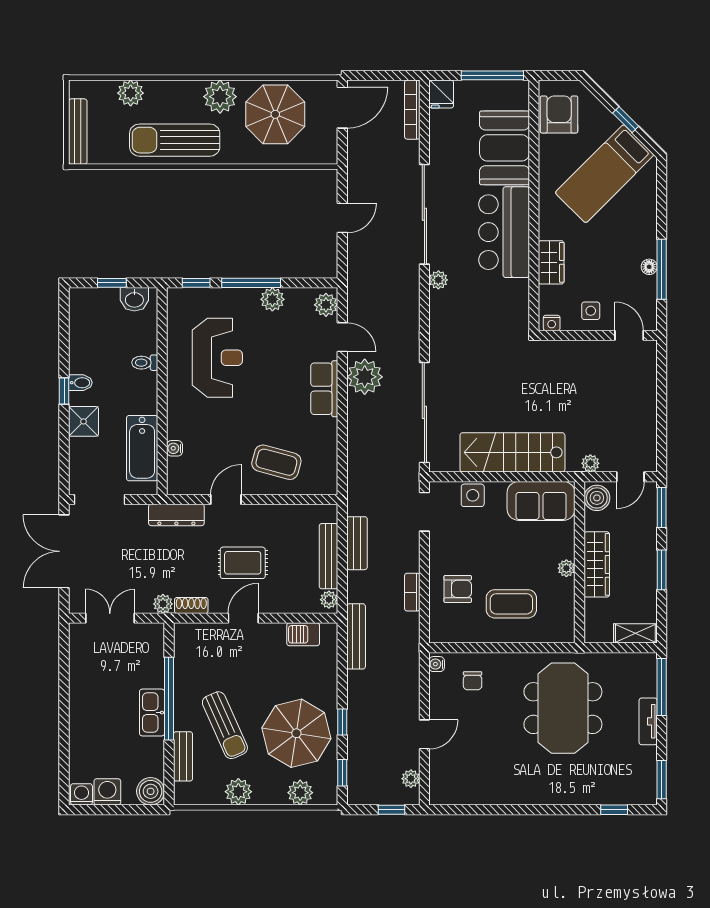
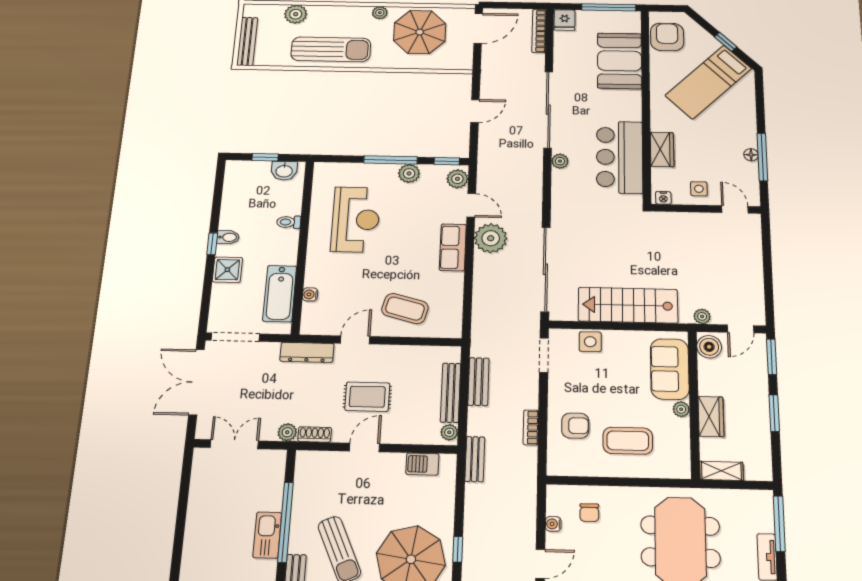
plant: (220, 97) -> (380, 13), width x0.53, depth x0.53
sun lounger: (175, 140) -> (331, 49), turned 180
bar counter: (504, 232) -> (620, 157), moved
window: (196, 283) -> (447, 161), moved
sofa: (541, 501) -> (670, 369), moved, turned 90
wardrobe: (597, 564) -> (711, 416), width x0.67
shelving: (635, 633) -> (721, 471), moved
bench: (356, 636) -> (475, 459), width x0.73
water cooler: (437, 664) -> (553, 524), moved

